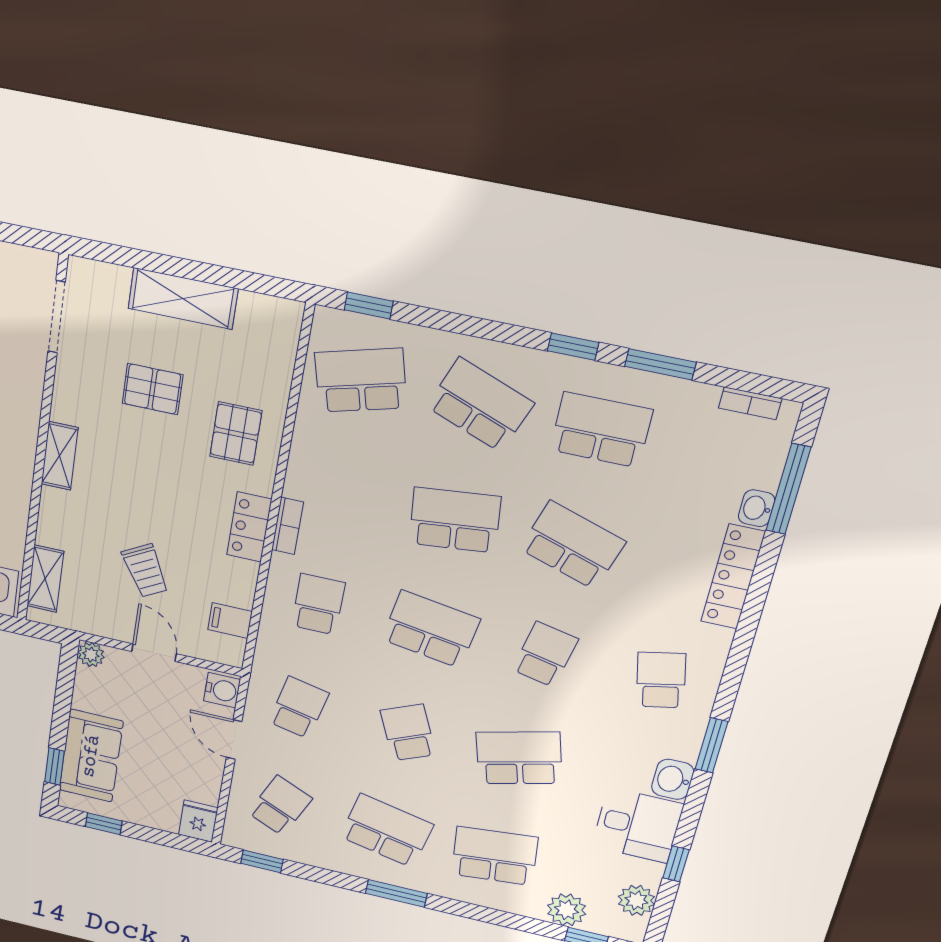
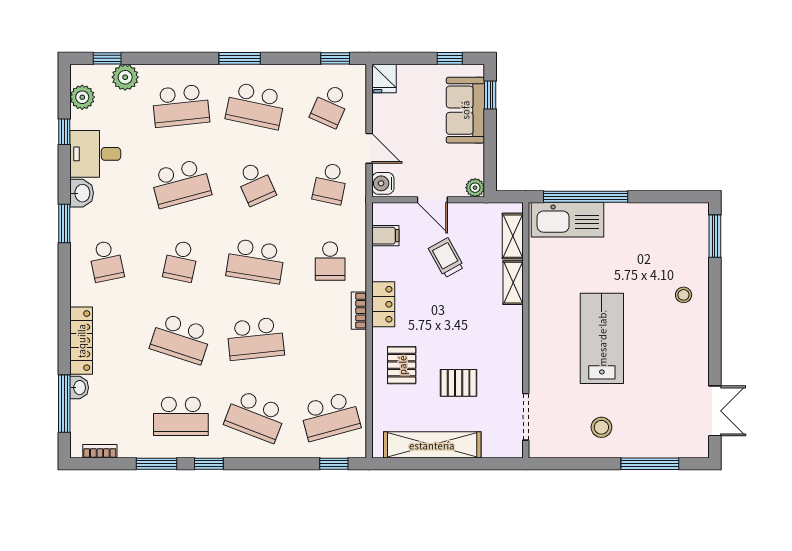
shelving: (183, 299) -> (432, 445), width x1.47
shelving: (59, 456) -> (513, 283), moved

